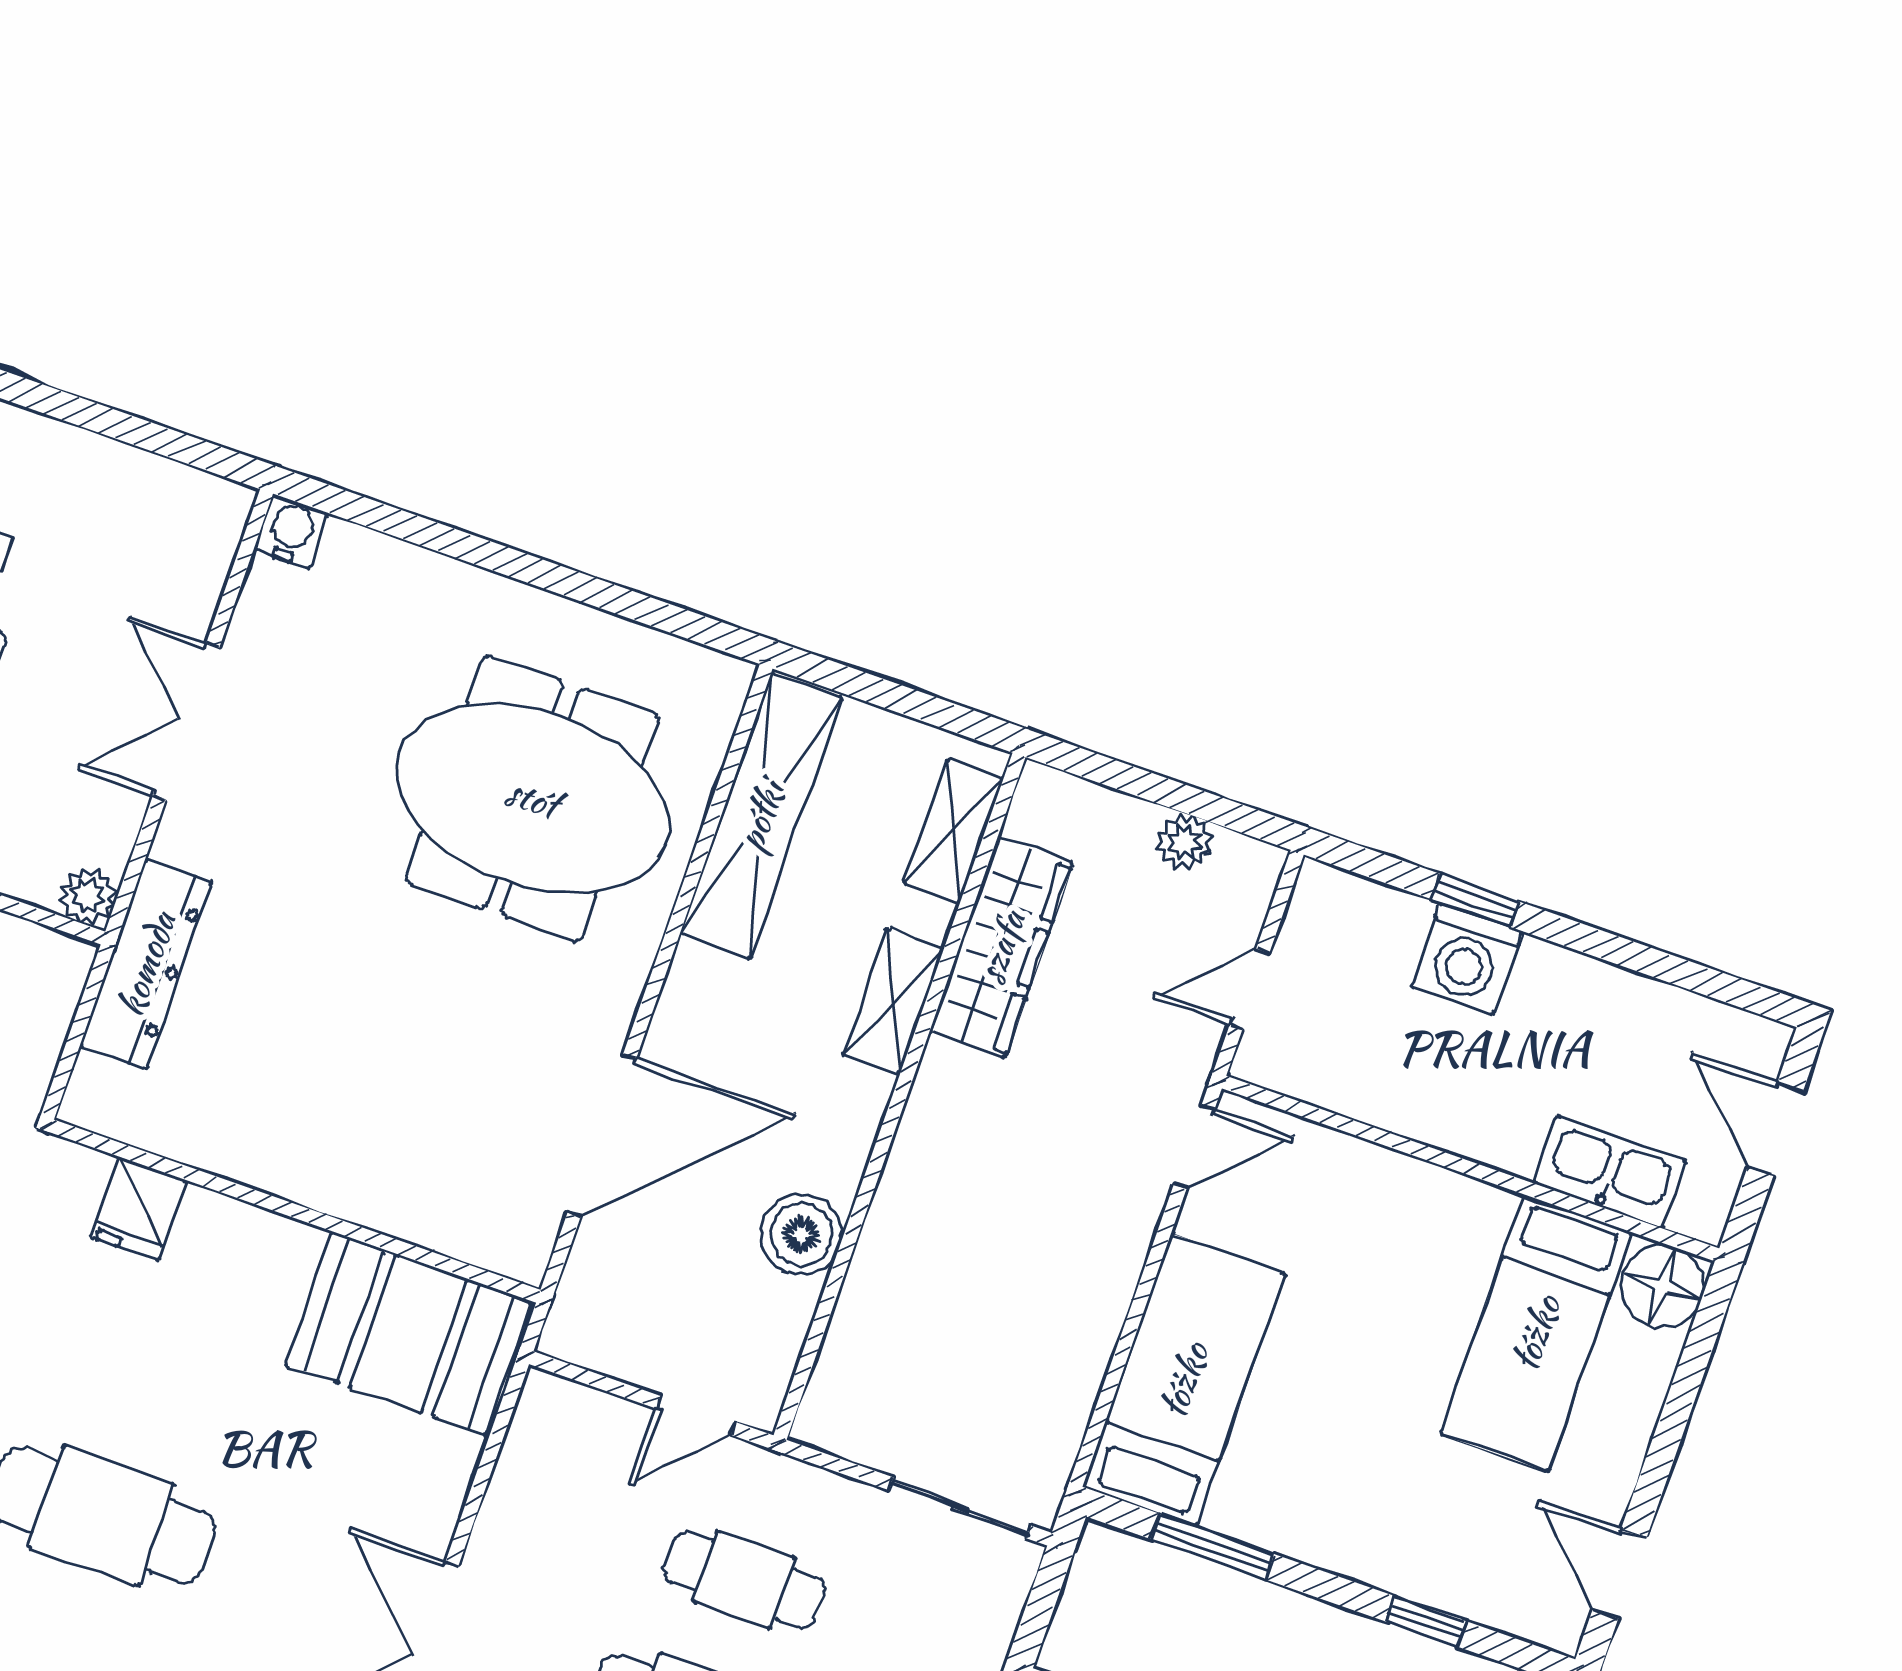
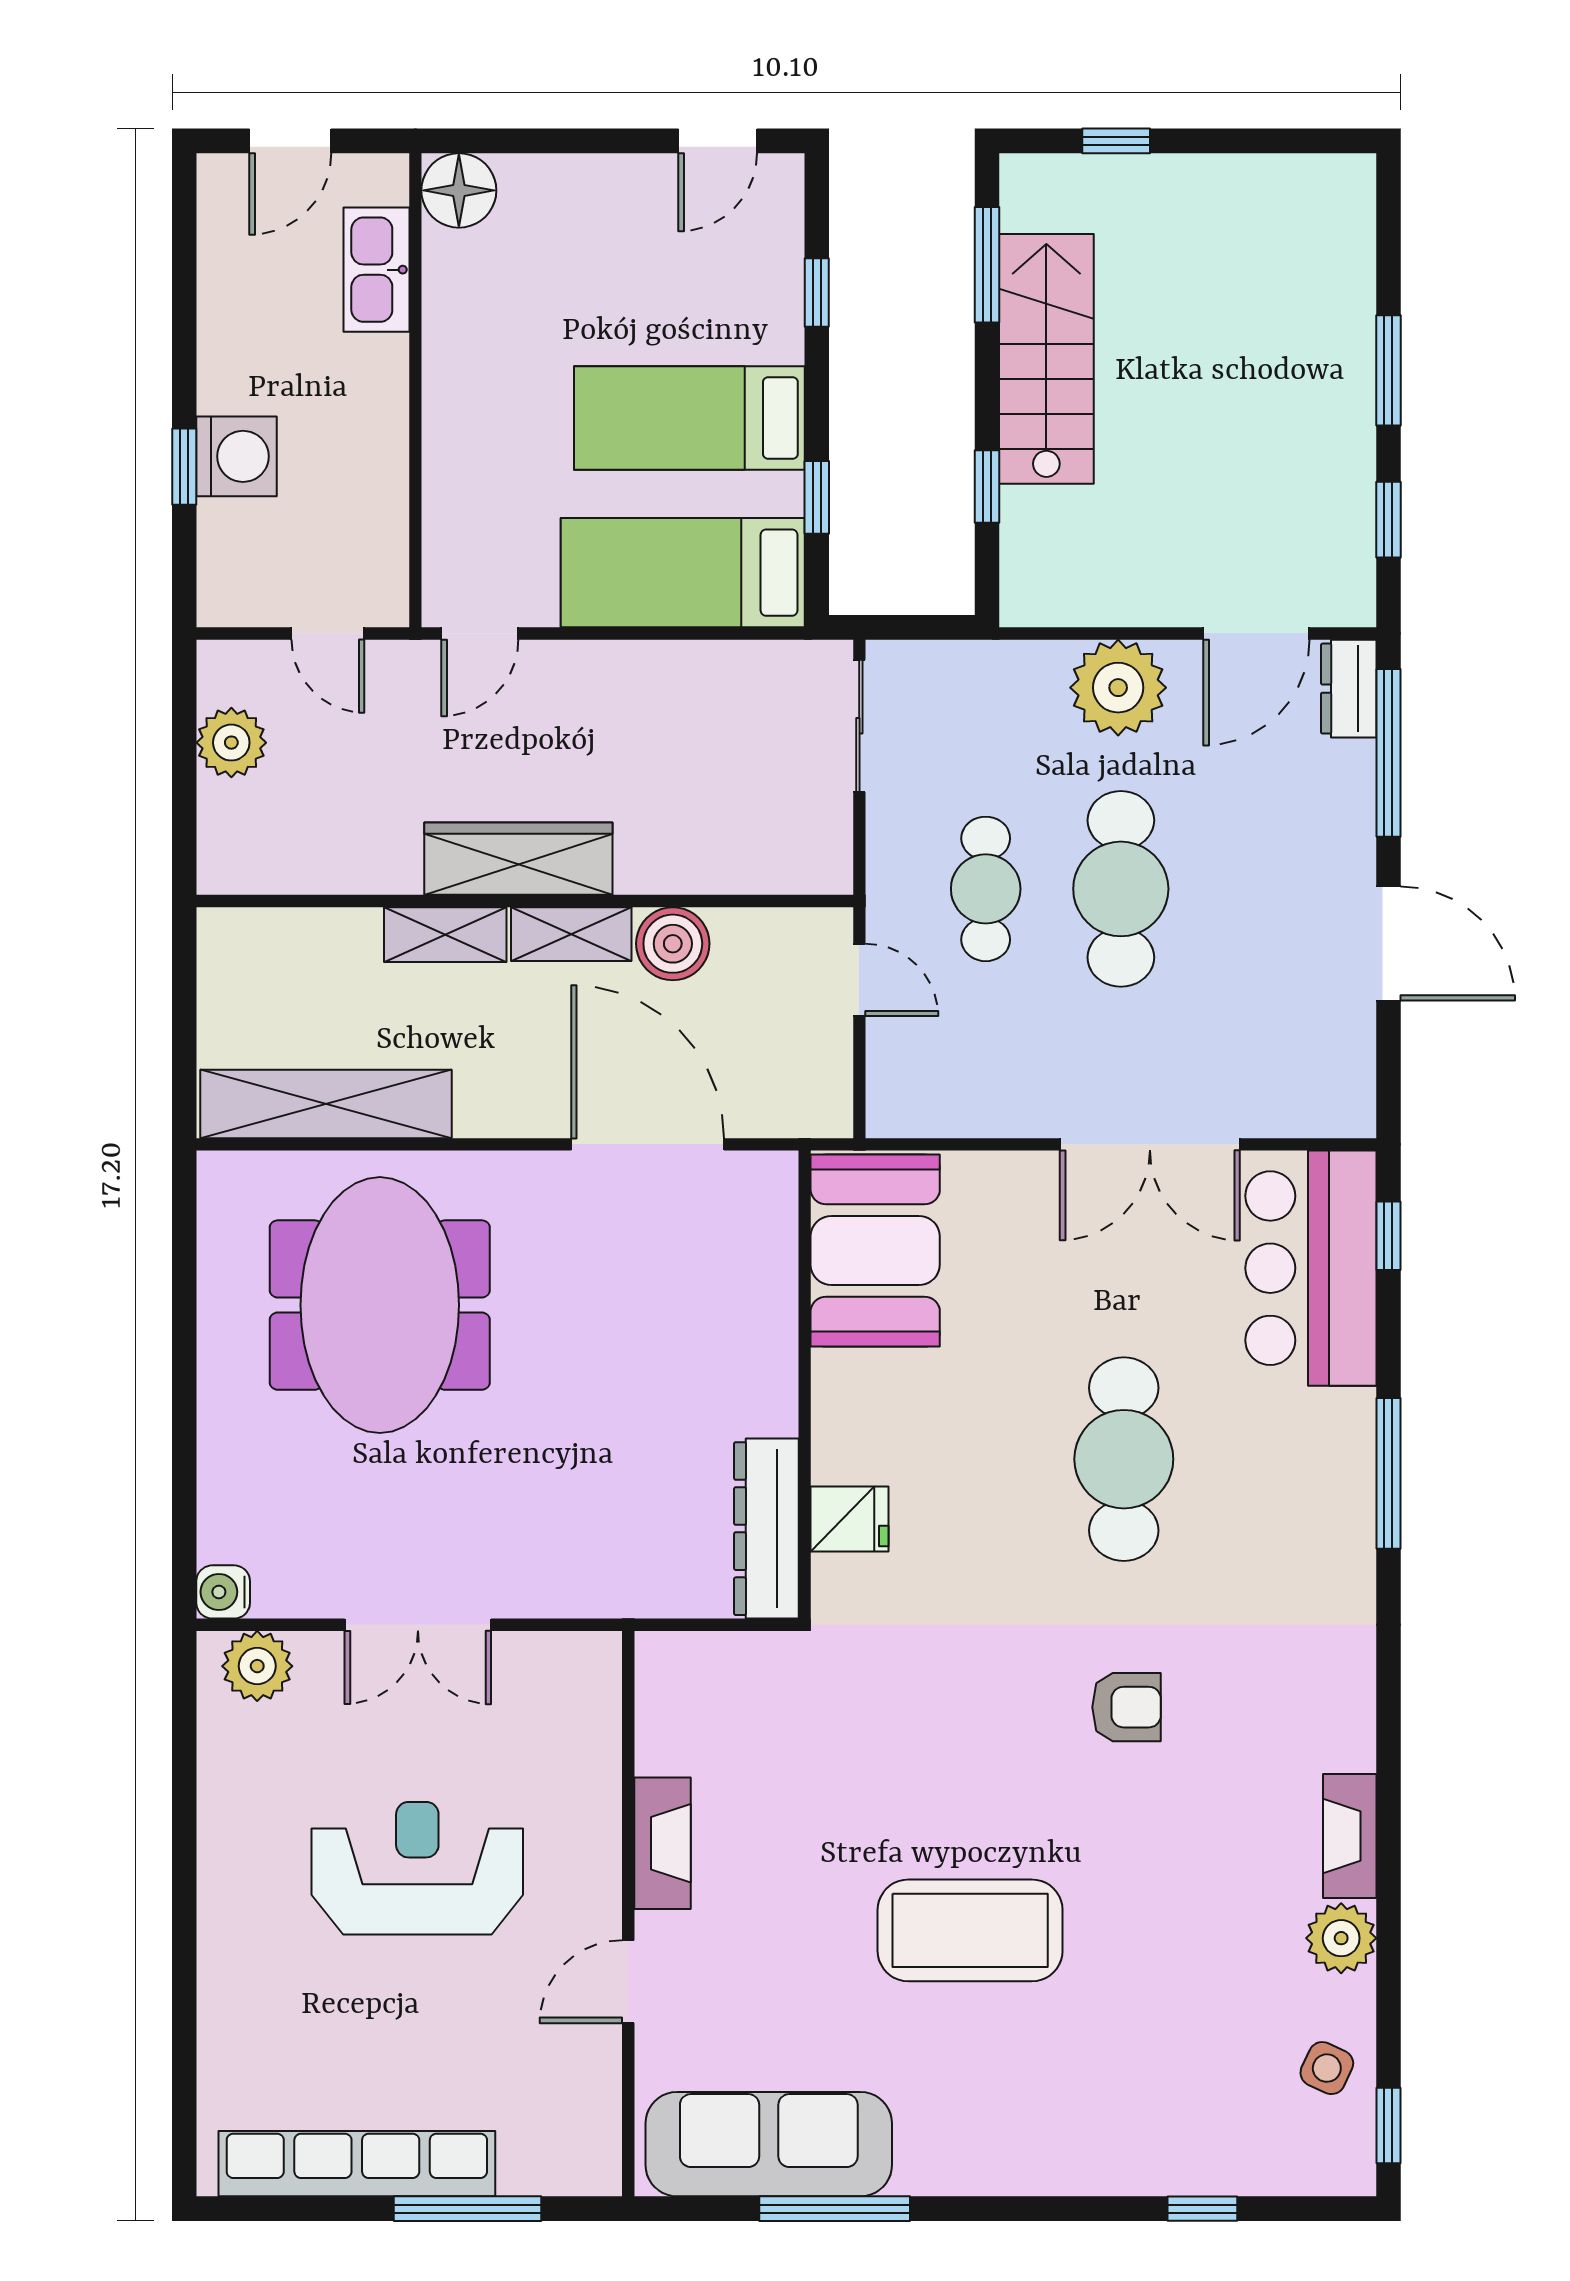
shelving: (954, 831) -> (571, 934), moved
plant: (1185, 842) -> (231, 743), width x1.38, depth x1.38
plant: (88, 896) -> (257, 1666), moved, width x1.38, depth x1.38
wardrobe: (1001, 947) -> (518, 859), moved
dresser: (146, 964) -> (766, 1529), moved, turned -90
door: (1194, 1147) -> (480, 633), swing flipped
bed: (1536, 1333) -> (689, 418), moved, turned 180
window: (1213, 1547) -> (817, 497), width x0.67

